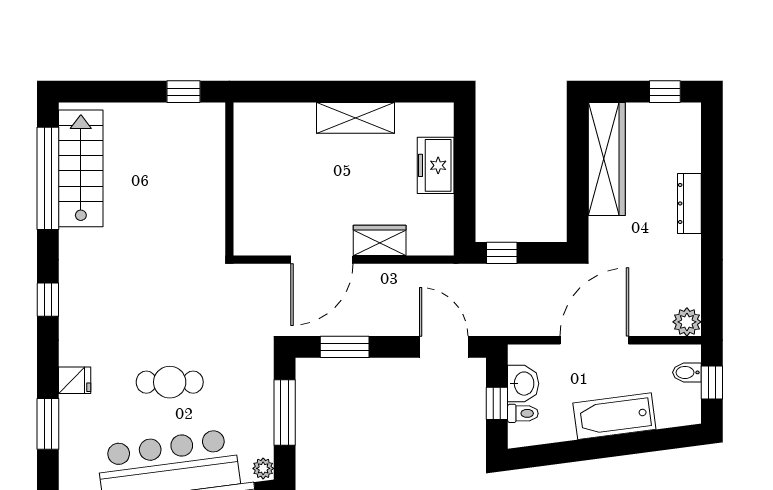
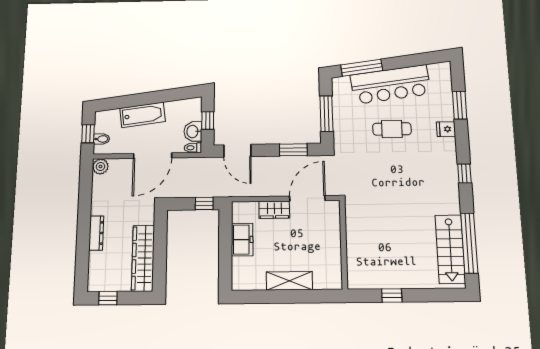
freezer: (436, 165) -> (242, 240), moved
wall: (229, 179) -> (344, 244), moved
toilet: (523, 413) -> (193, 148), moved
plant: (263, 468) -> (337, 84), removed

